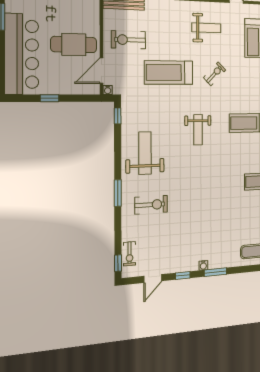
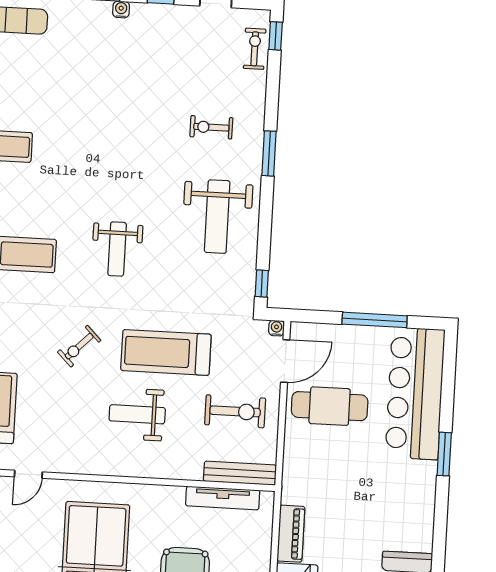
weight bench: (206, 28) -> (137, 414), moved
treadmill: (169, 73) -> (166, 352), turned 180
window: (49, 98) -> (375, 320), width x2.17
weight bench: (198, 130) -> (117, 249), turned 180
exercise bike: (151, 205) -> (211, 127), width x0.73, depth x0.72

